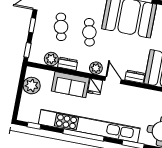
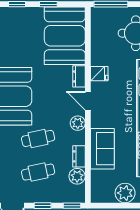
door: (113, 80) -> (88, 101), hinge flipped
plant: (32, 86) -> (125, 193), moved
fridge: (95, 87) -> (99, 74), moved

